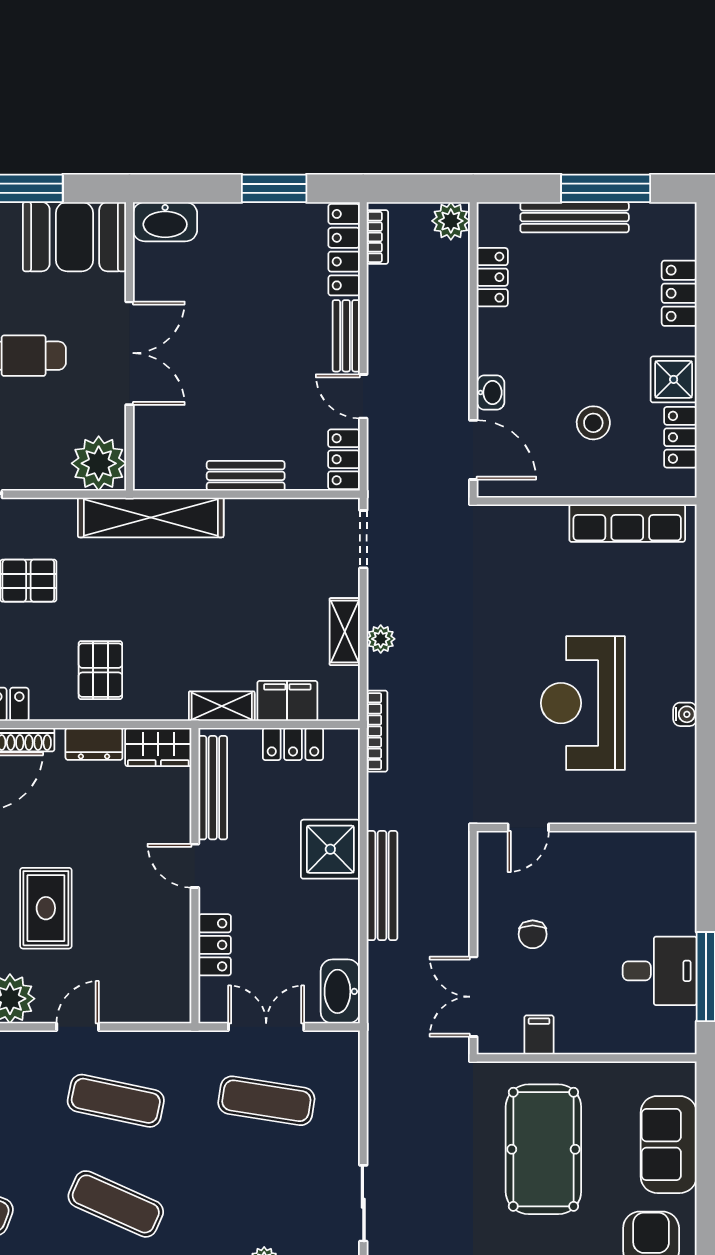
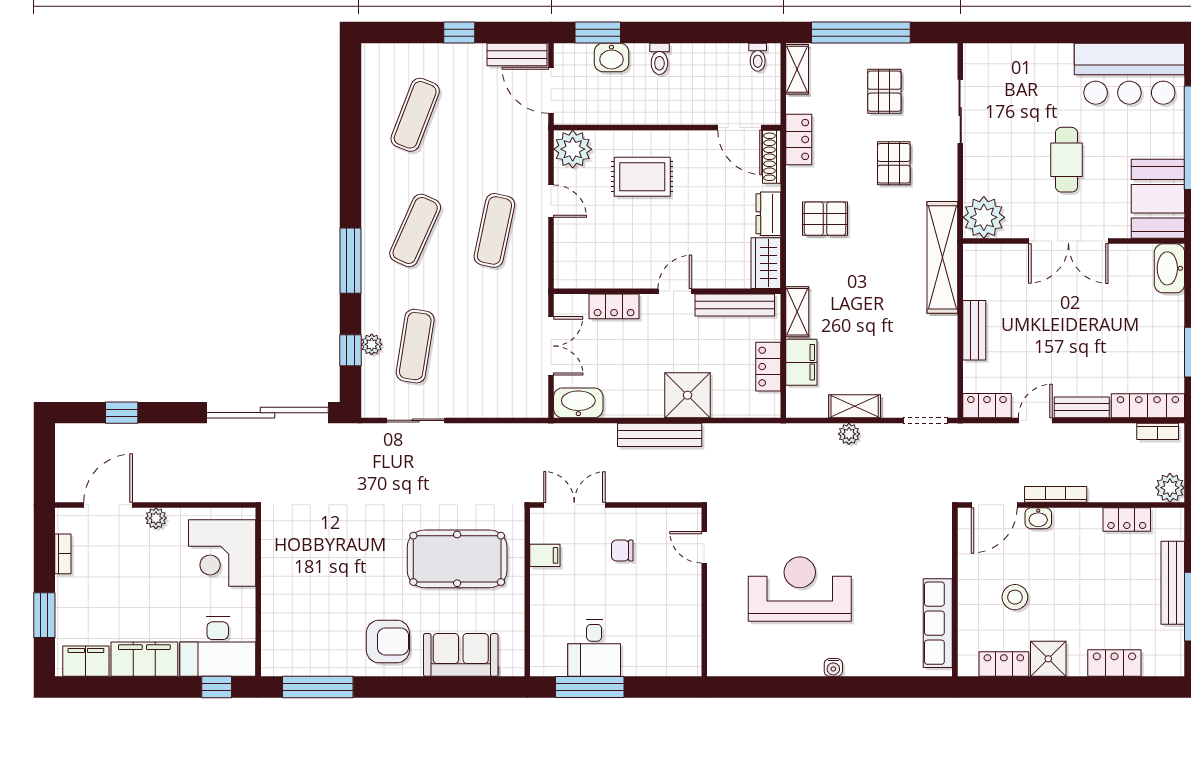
water cooler: (685, 714) -> (833, 667), moved
bookcase: (377, 731) -> (1056, 494), moved, turned 180
exercise mat: (266, 1101) -> (415, 346), moved

